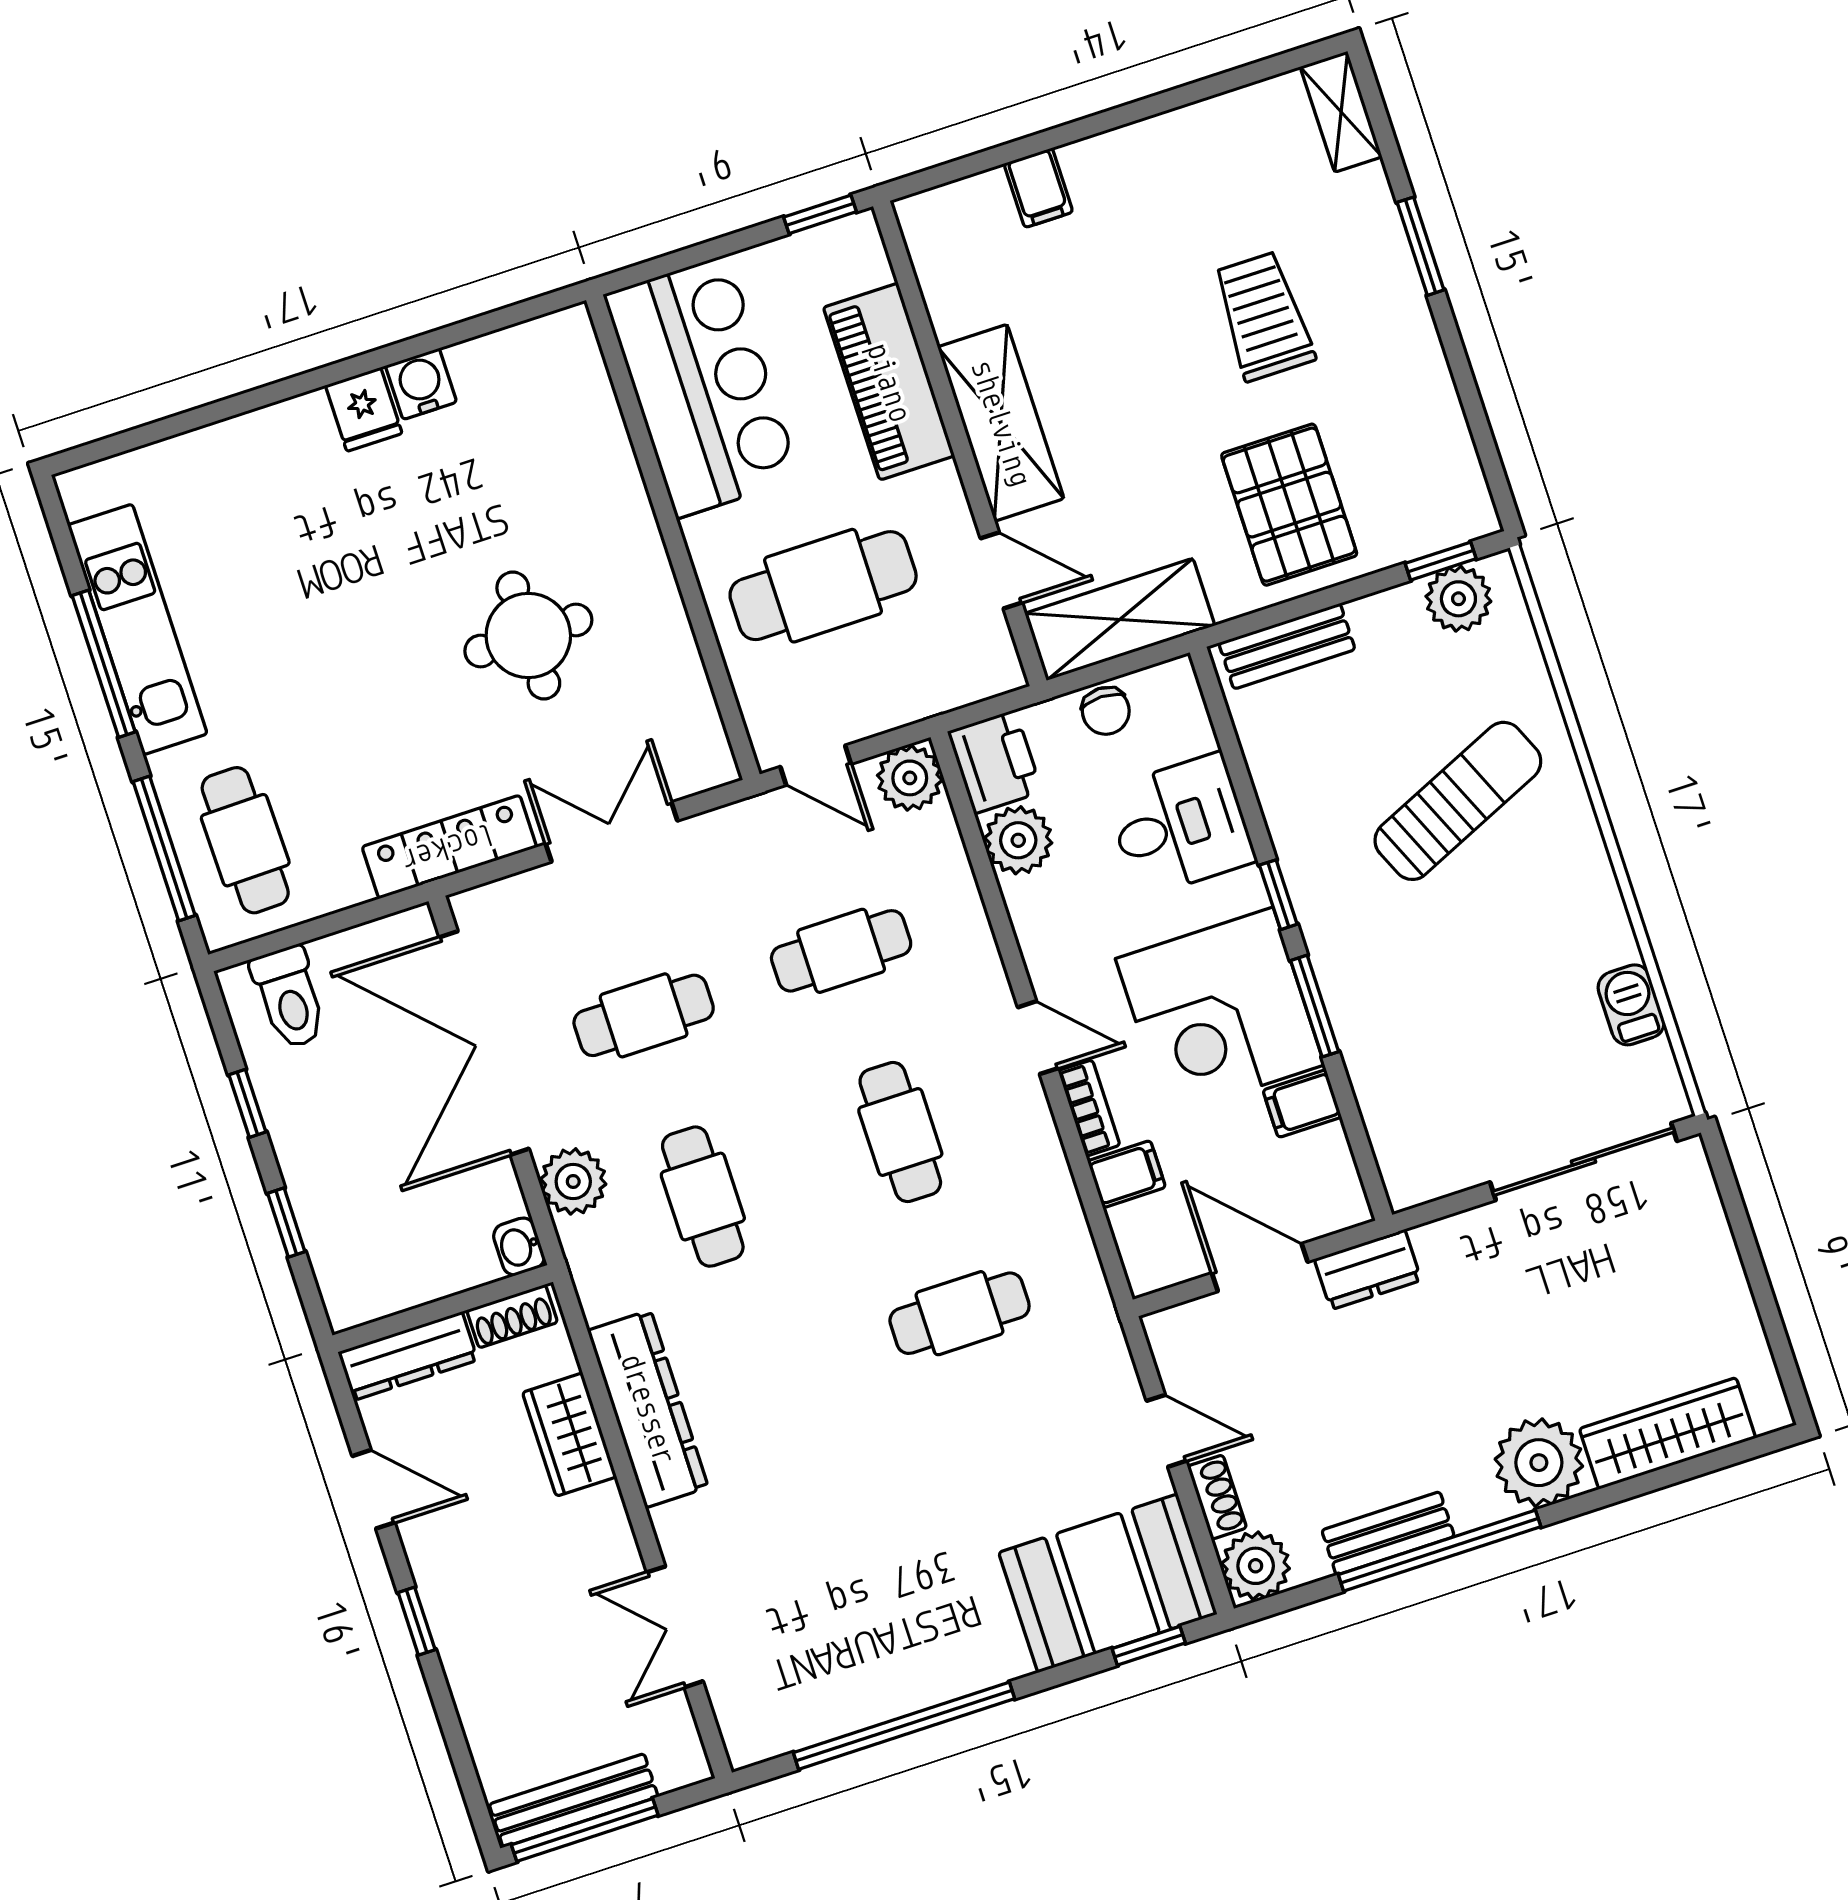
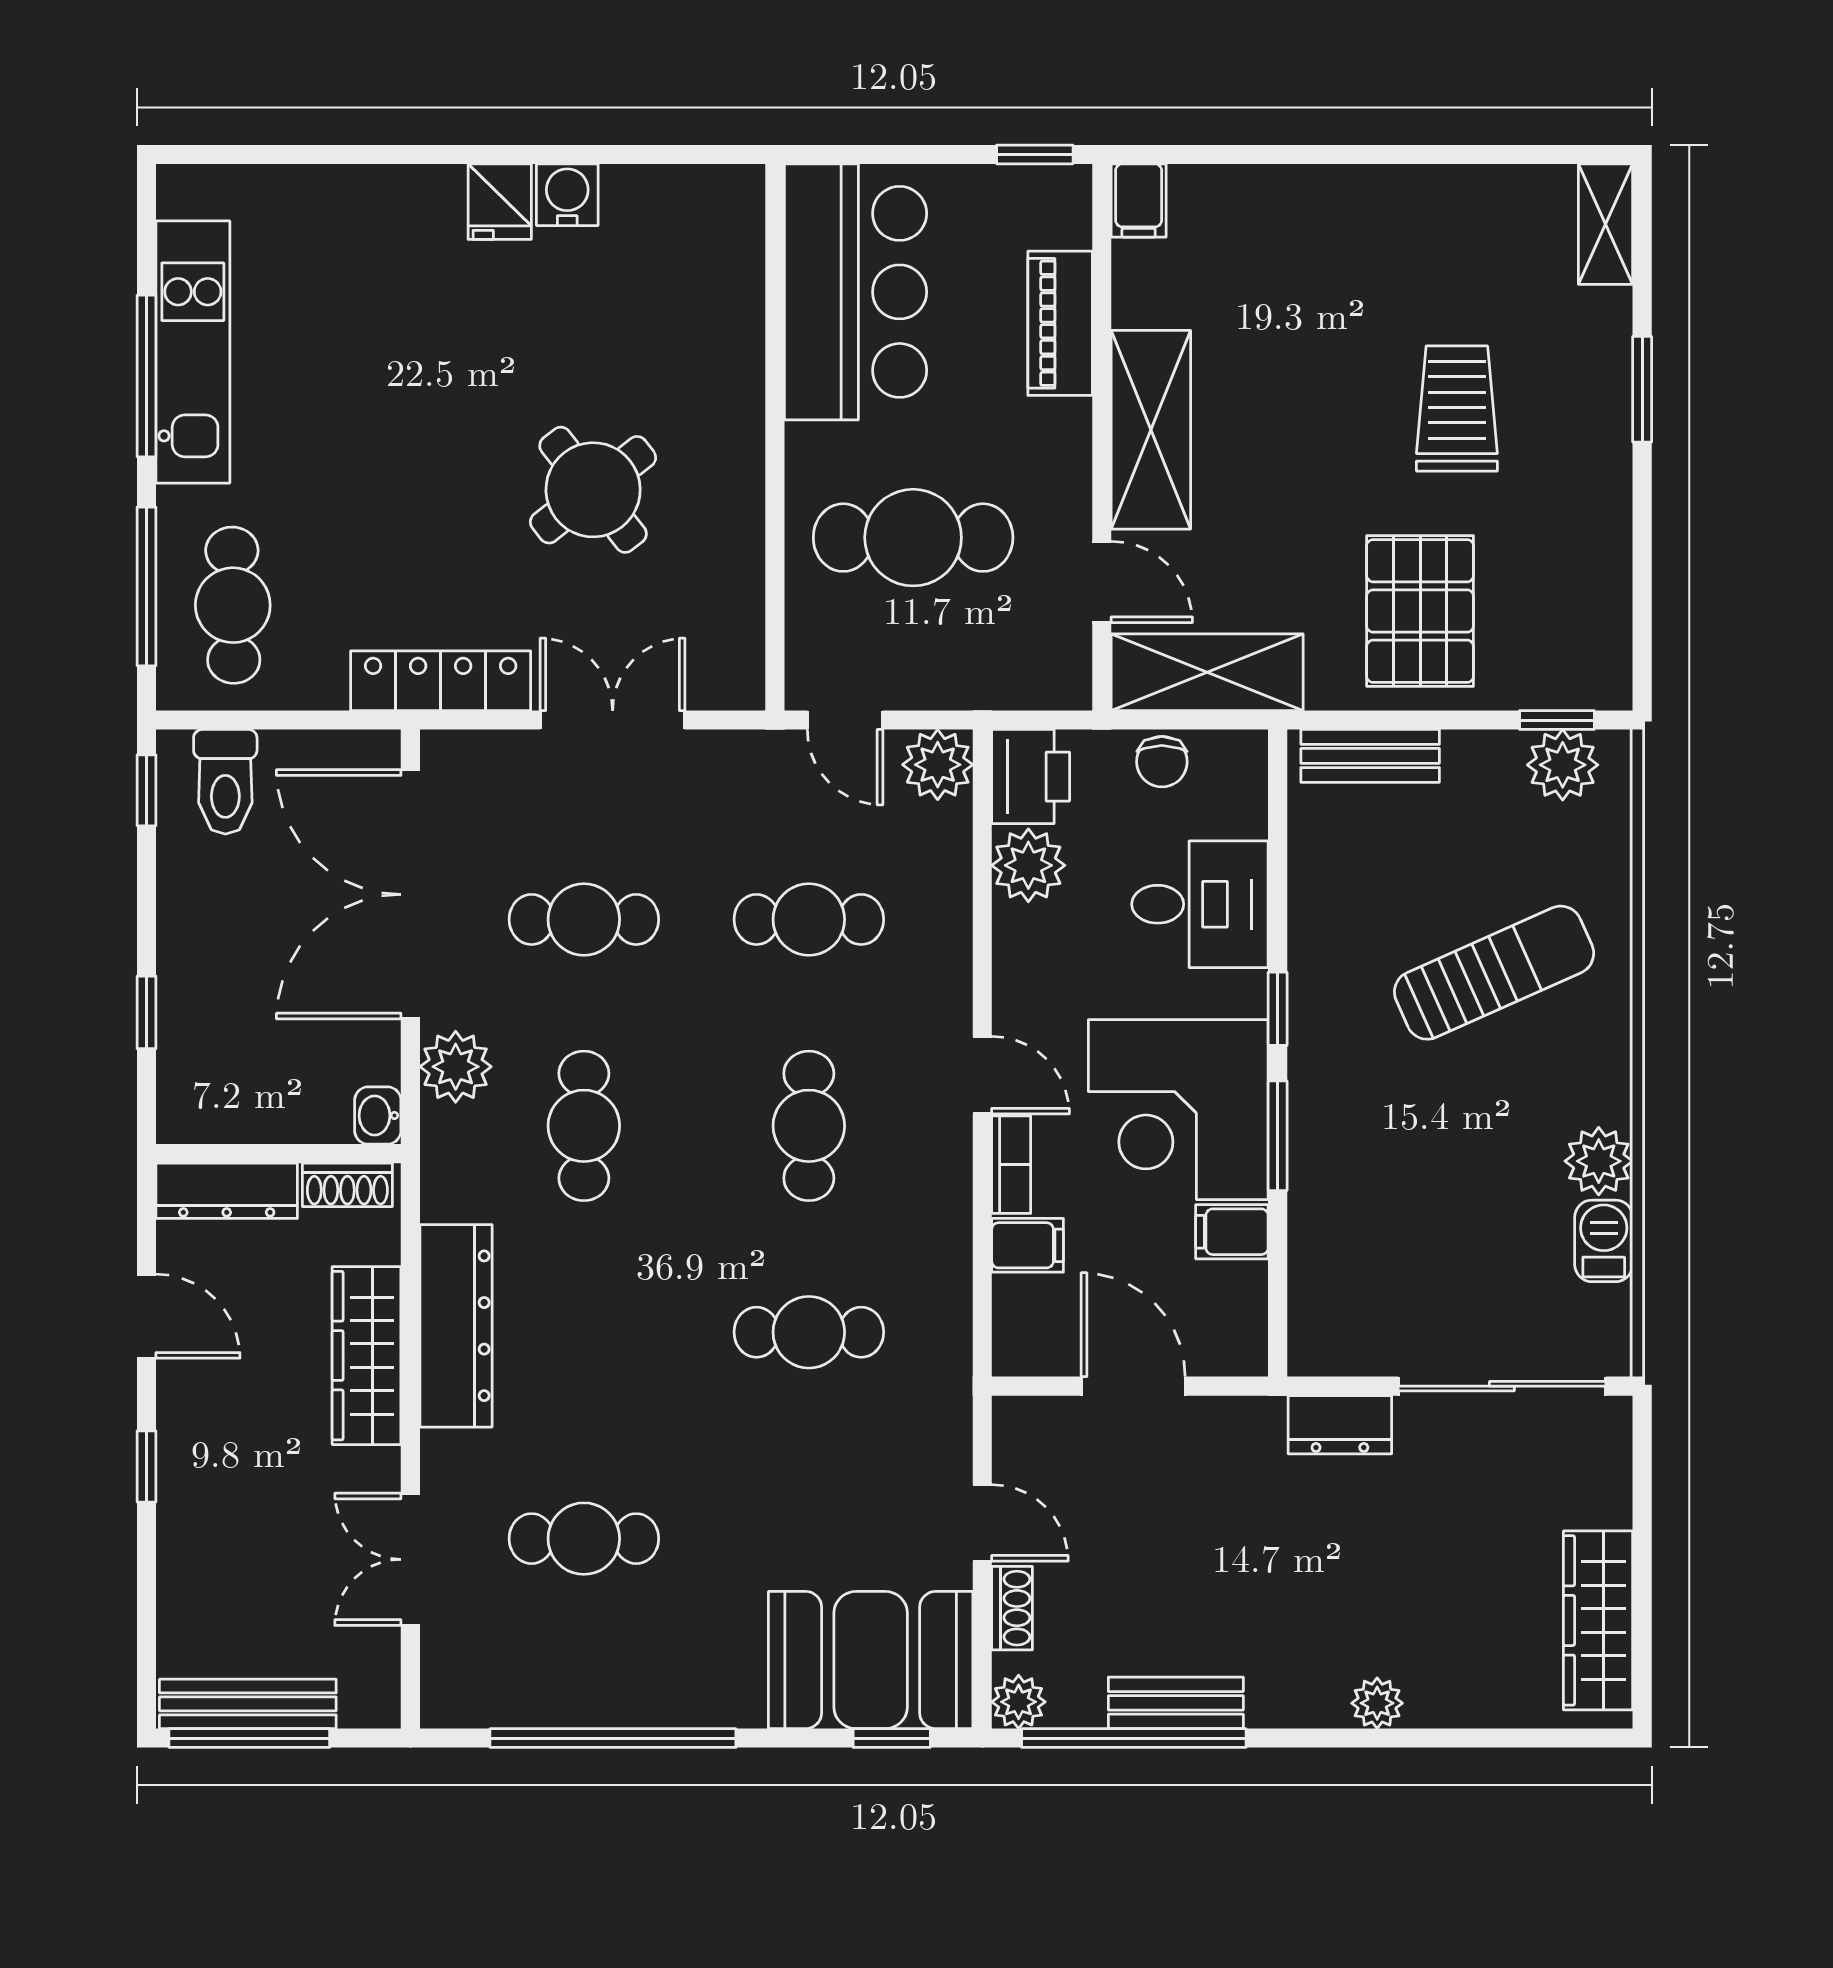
filing cabinet: (1038, 188) -> (1139, 201), moved
piano: (889, 382) -> (1060, 323), width x0.73, depth x0.75
round table: (528, 635) -> (593, 490), turned -38
plant: (1604, 936) -> (1599, 1161), added
window: (247, 1103) -> (146, 790), moved
dresser: (1368, 1270) -> (1340, 1425), moved
wardrobe: (1668, 1433) -> (1598, 1620), moved, turned -90
wardrobe: (569, 1435) -> (367, 1356), width x1.50
plant: (1539, 1463) -> (1377, 1703), width x0.53, depth x0.53
window: (1440, 1551) -> (1134, 1738), moved
cafe table: (821, 1559) -> (584, 1539), added
plant: (1256, 1566) -> (1019, 1702), width x0.73, depth x0.73

